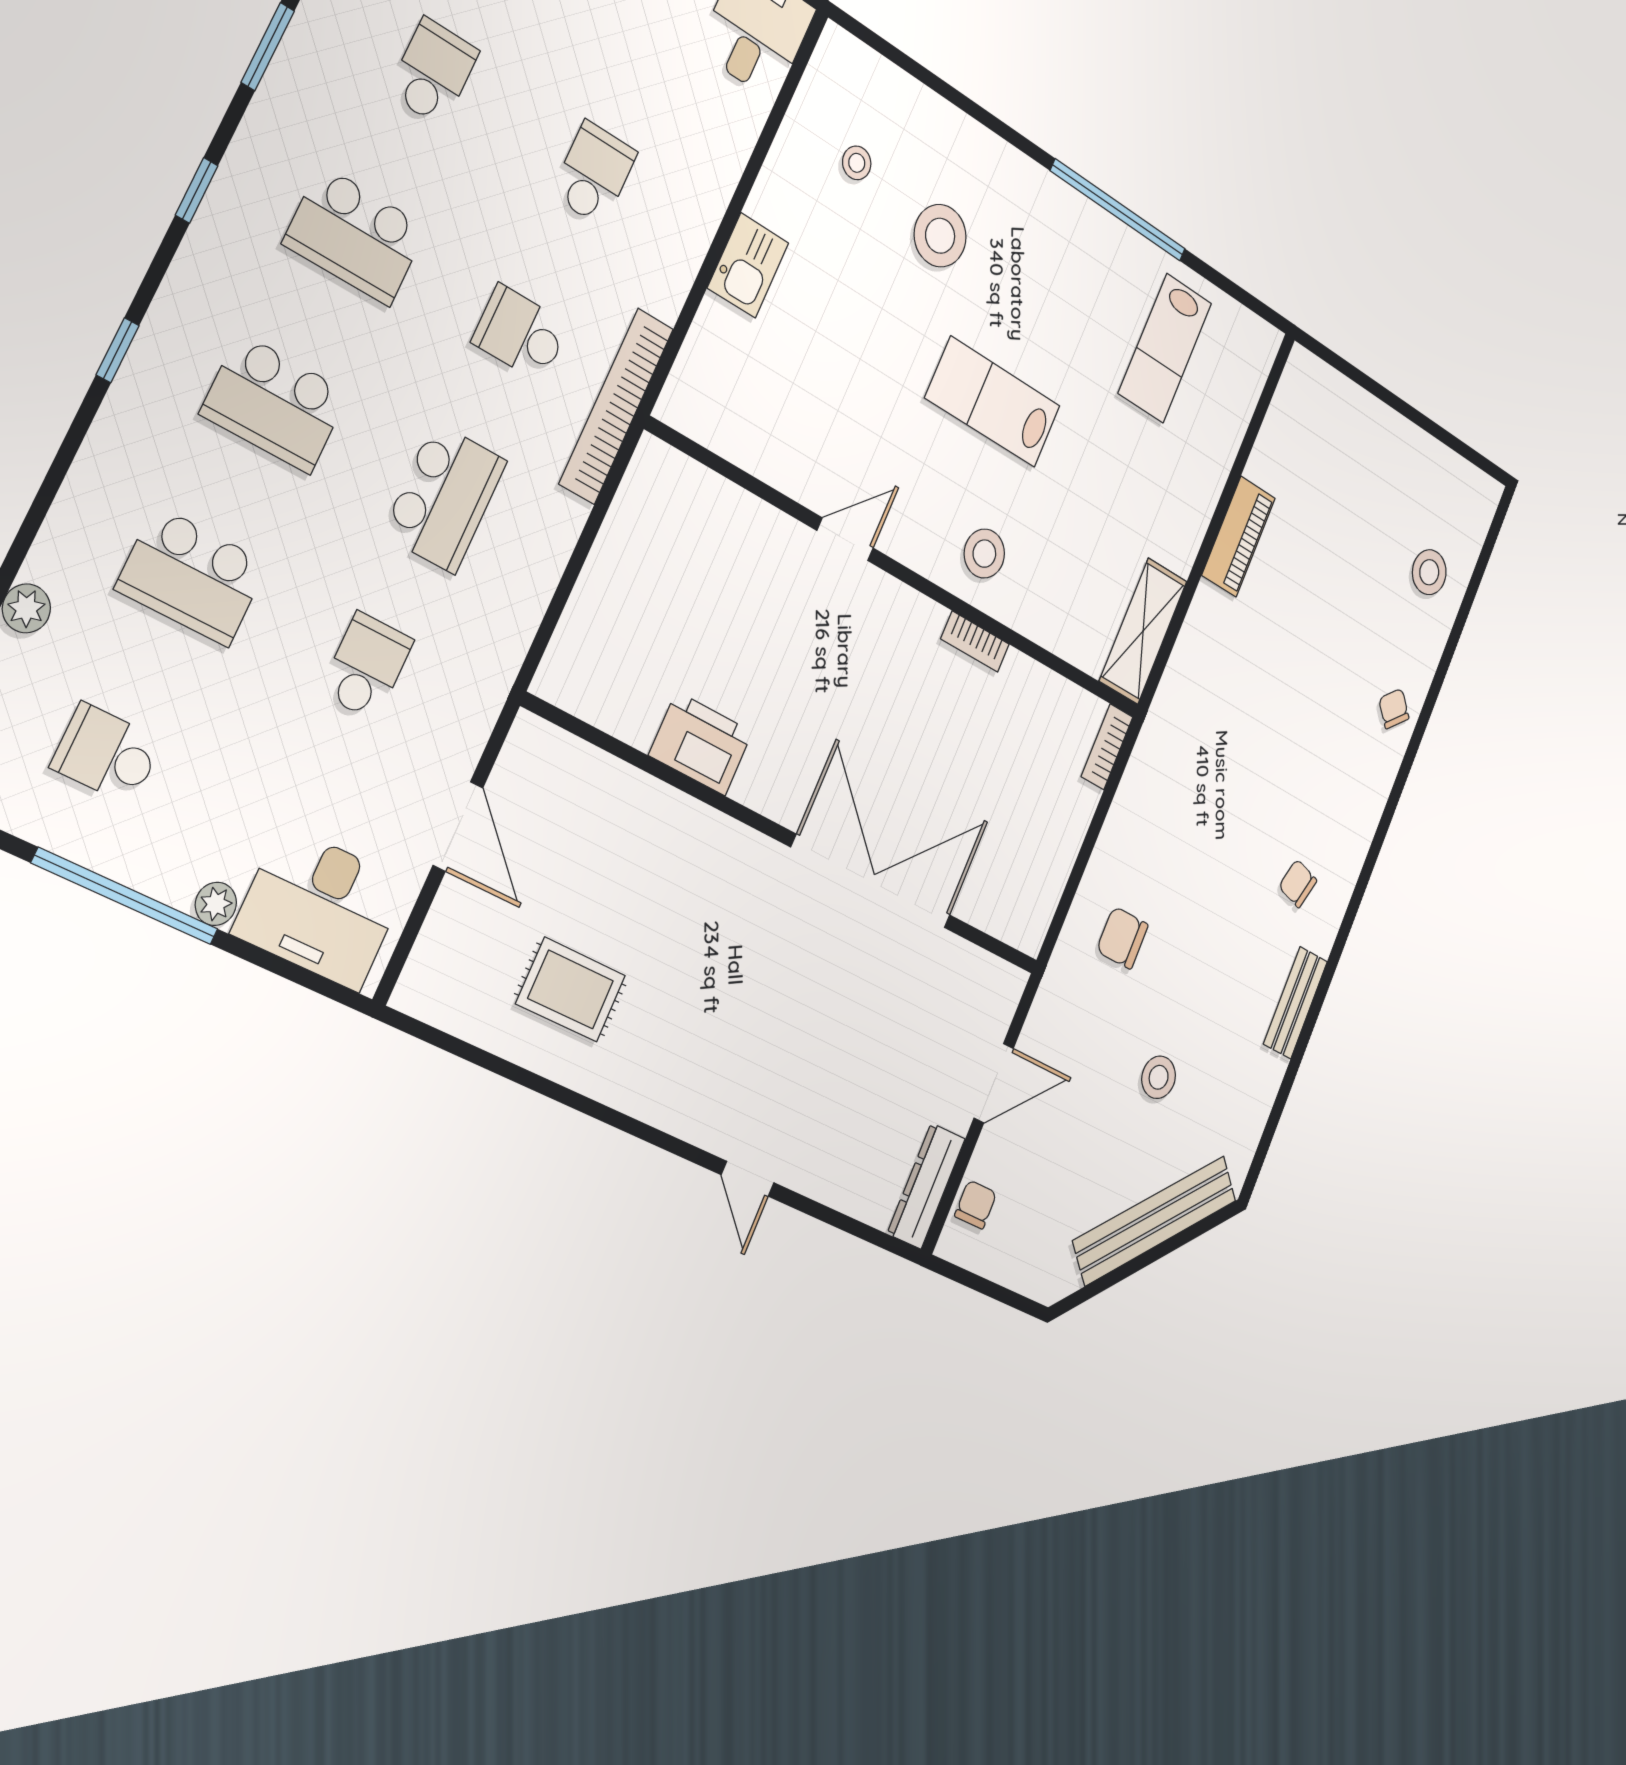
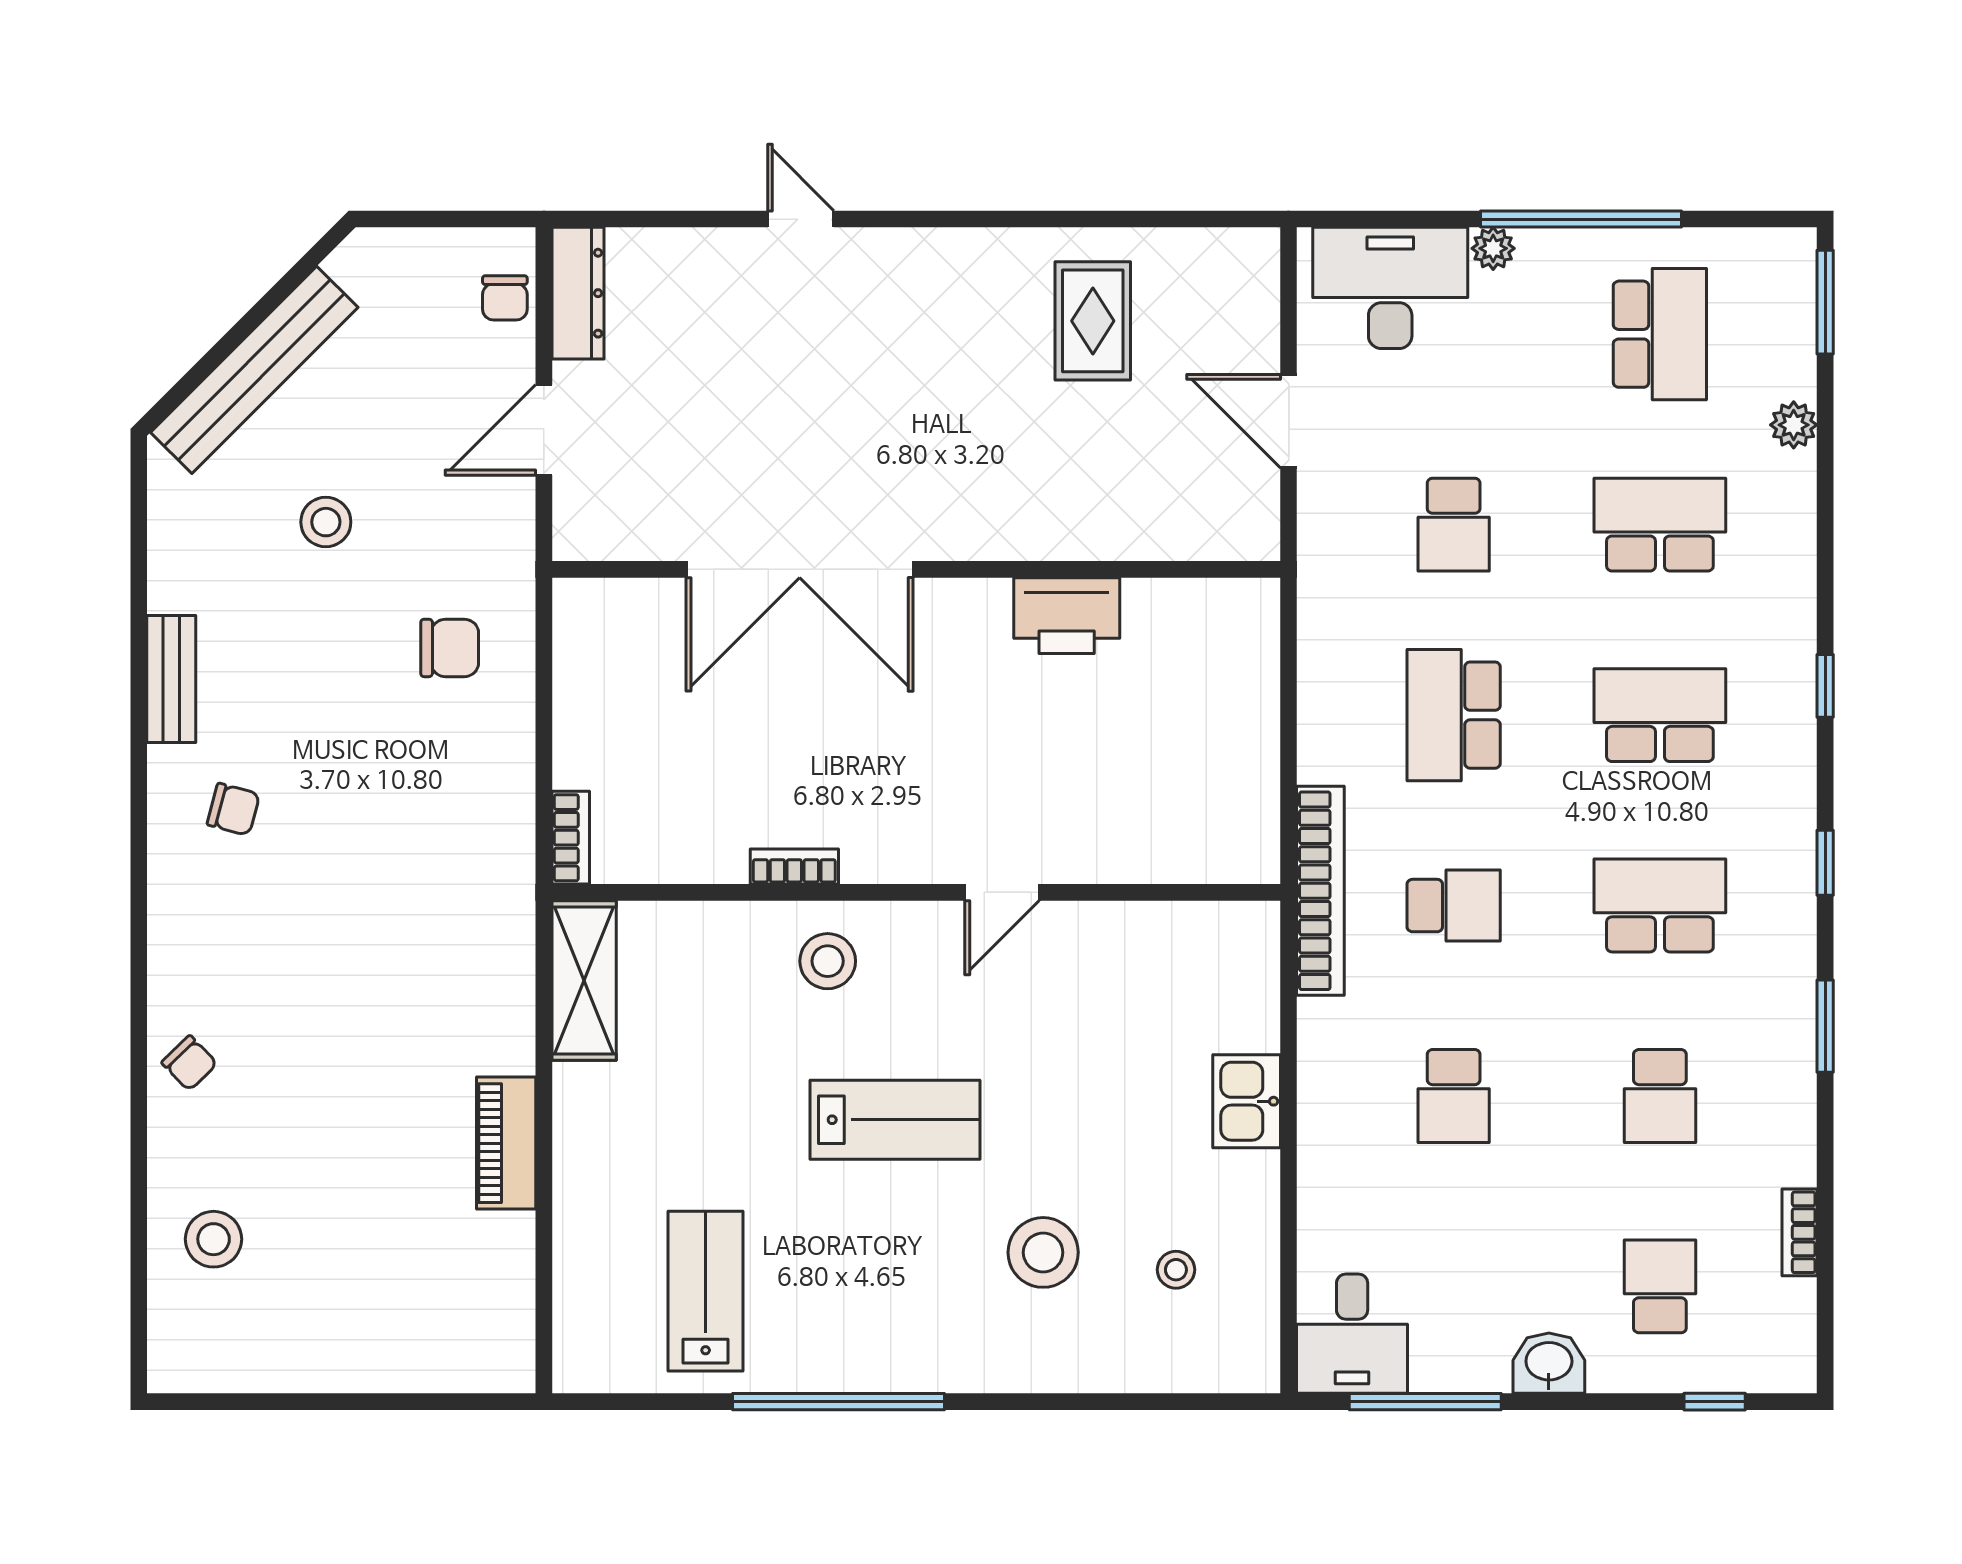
school desk: (107, 754) -> (1660, 334), width x1.85
rug: (571, 990) -> (1093, 321), turned 90

